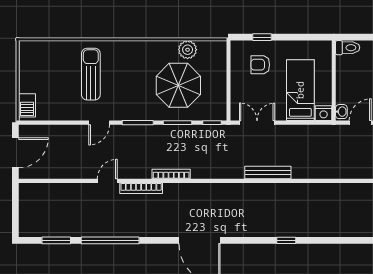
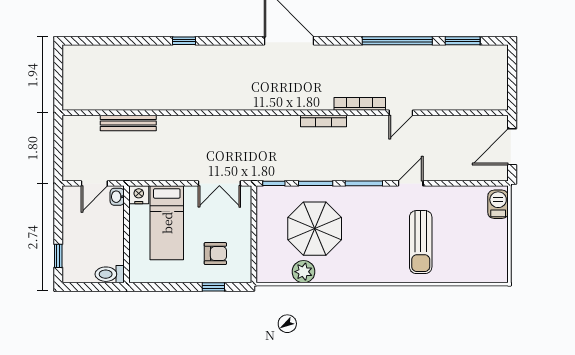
bench: (268, 172) -> (128, 123), moved

